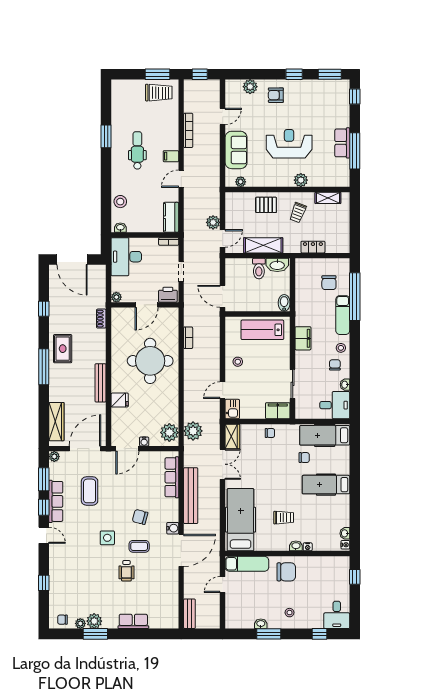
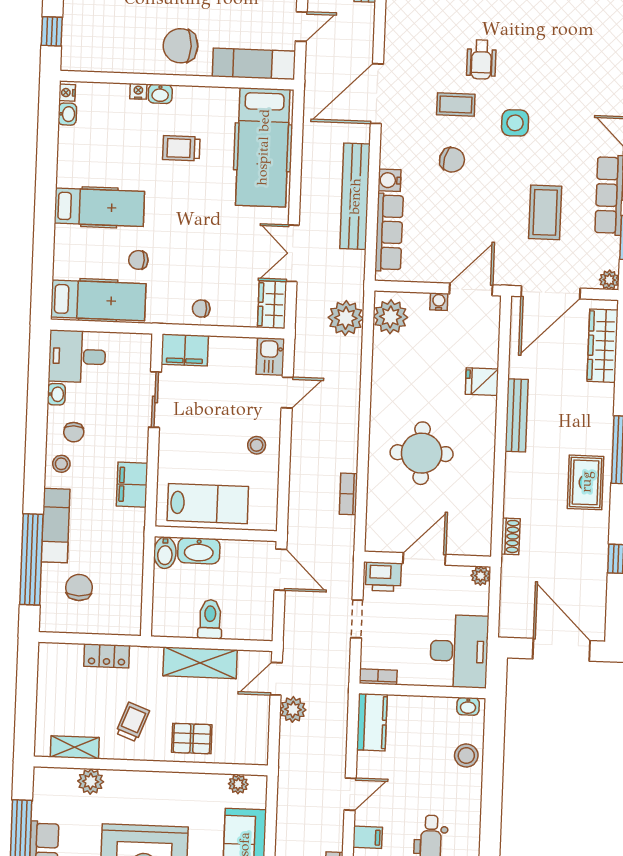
plant: (301, 180) -> (91, 781), moved
washbasin: (277, 265) -> (199, 551), moved, turned 180
round table: (150, 361) -> (422, 453), width x0.73, depth x0.73
water cooler: (173, 528) -> (390, 180), moved
wheelchair: (126, 571) -> (481, 60), turned 180

